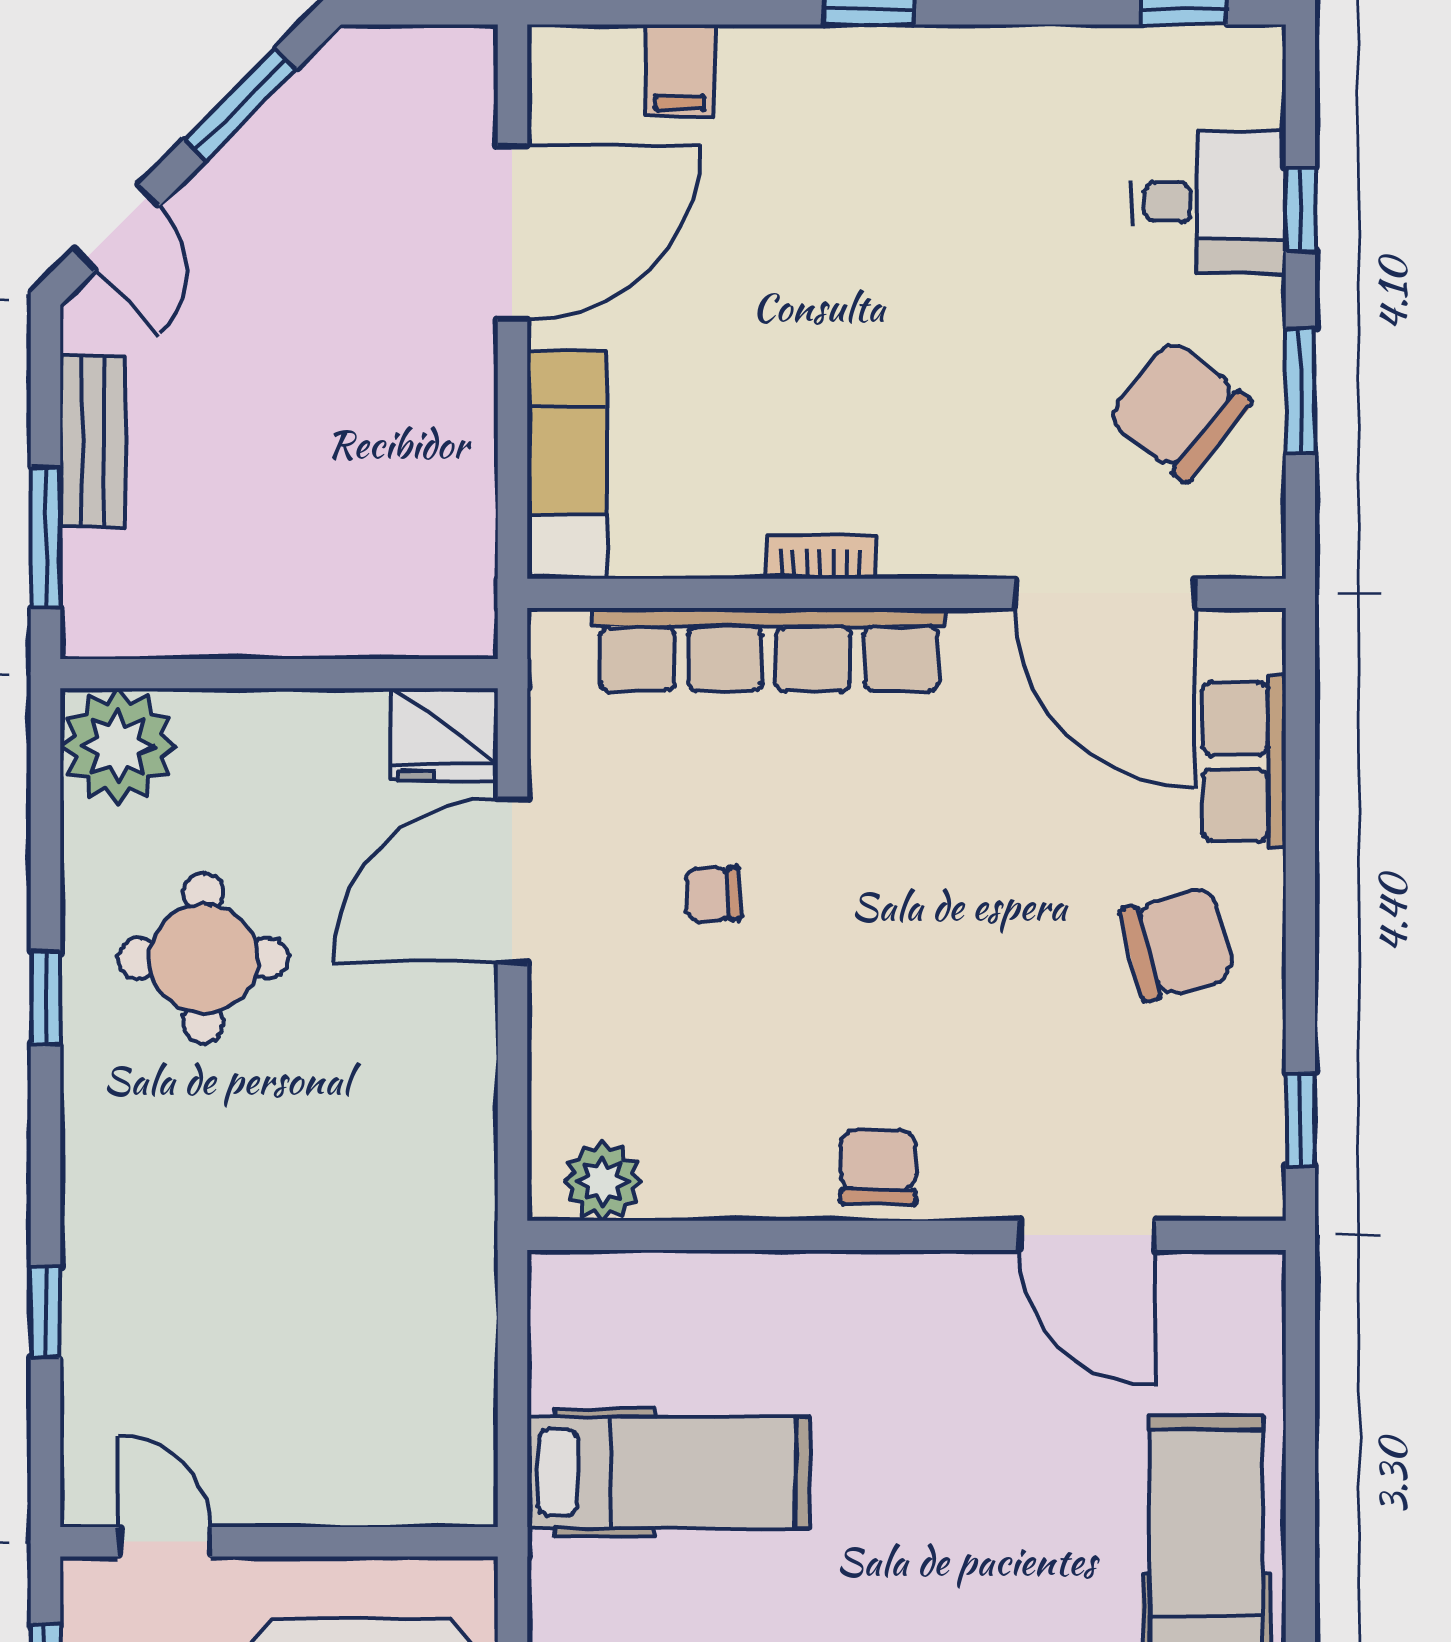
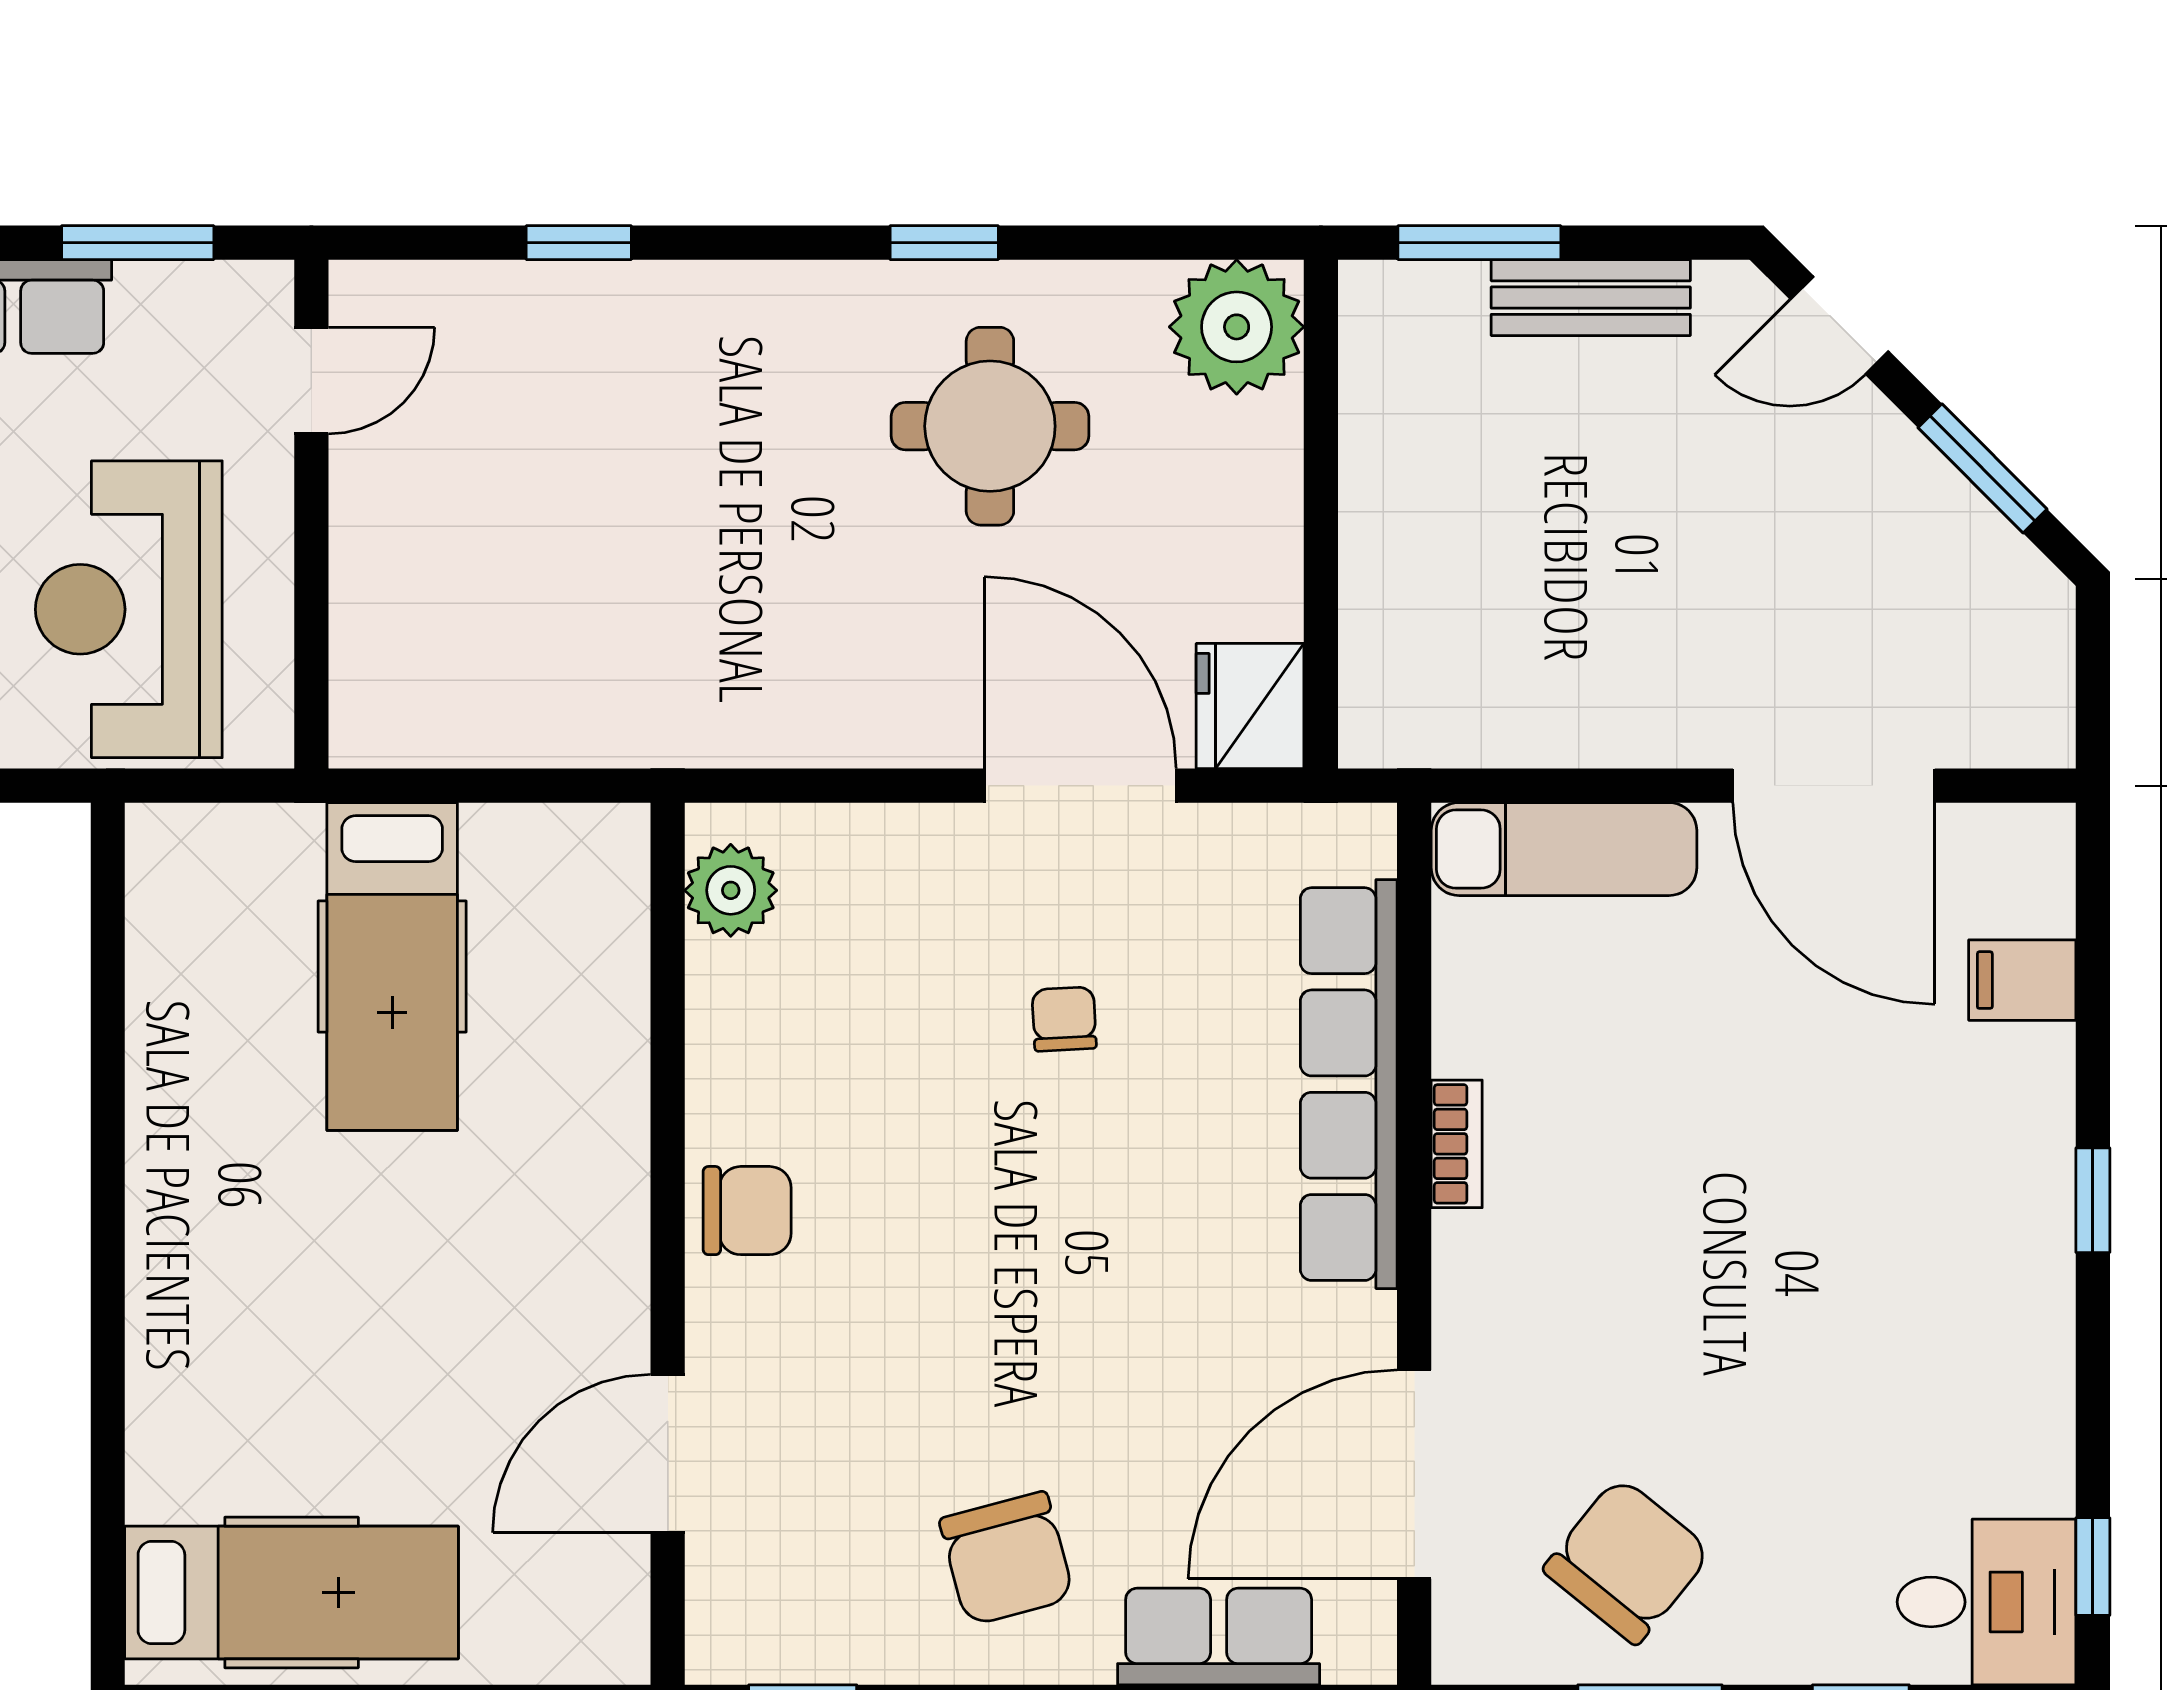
desk: (1209, 202) -> (1987, 1602), moved, turned -90

